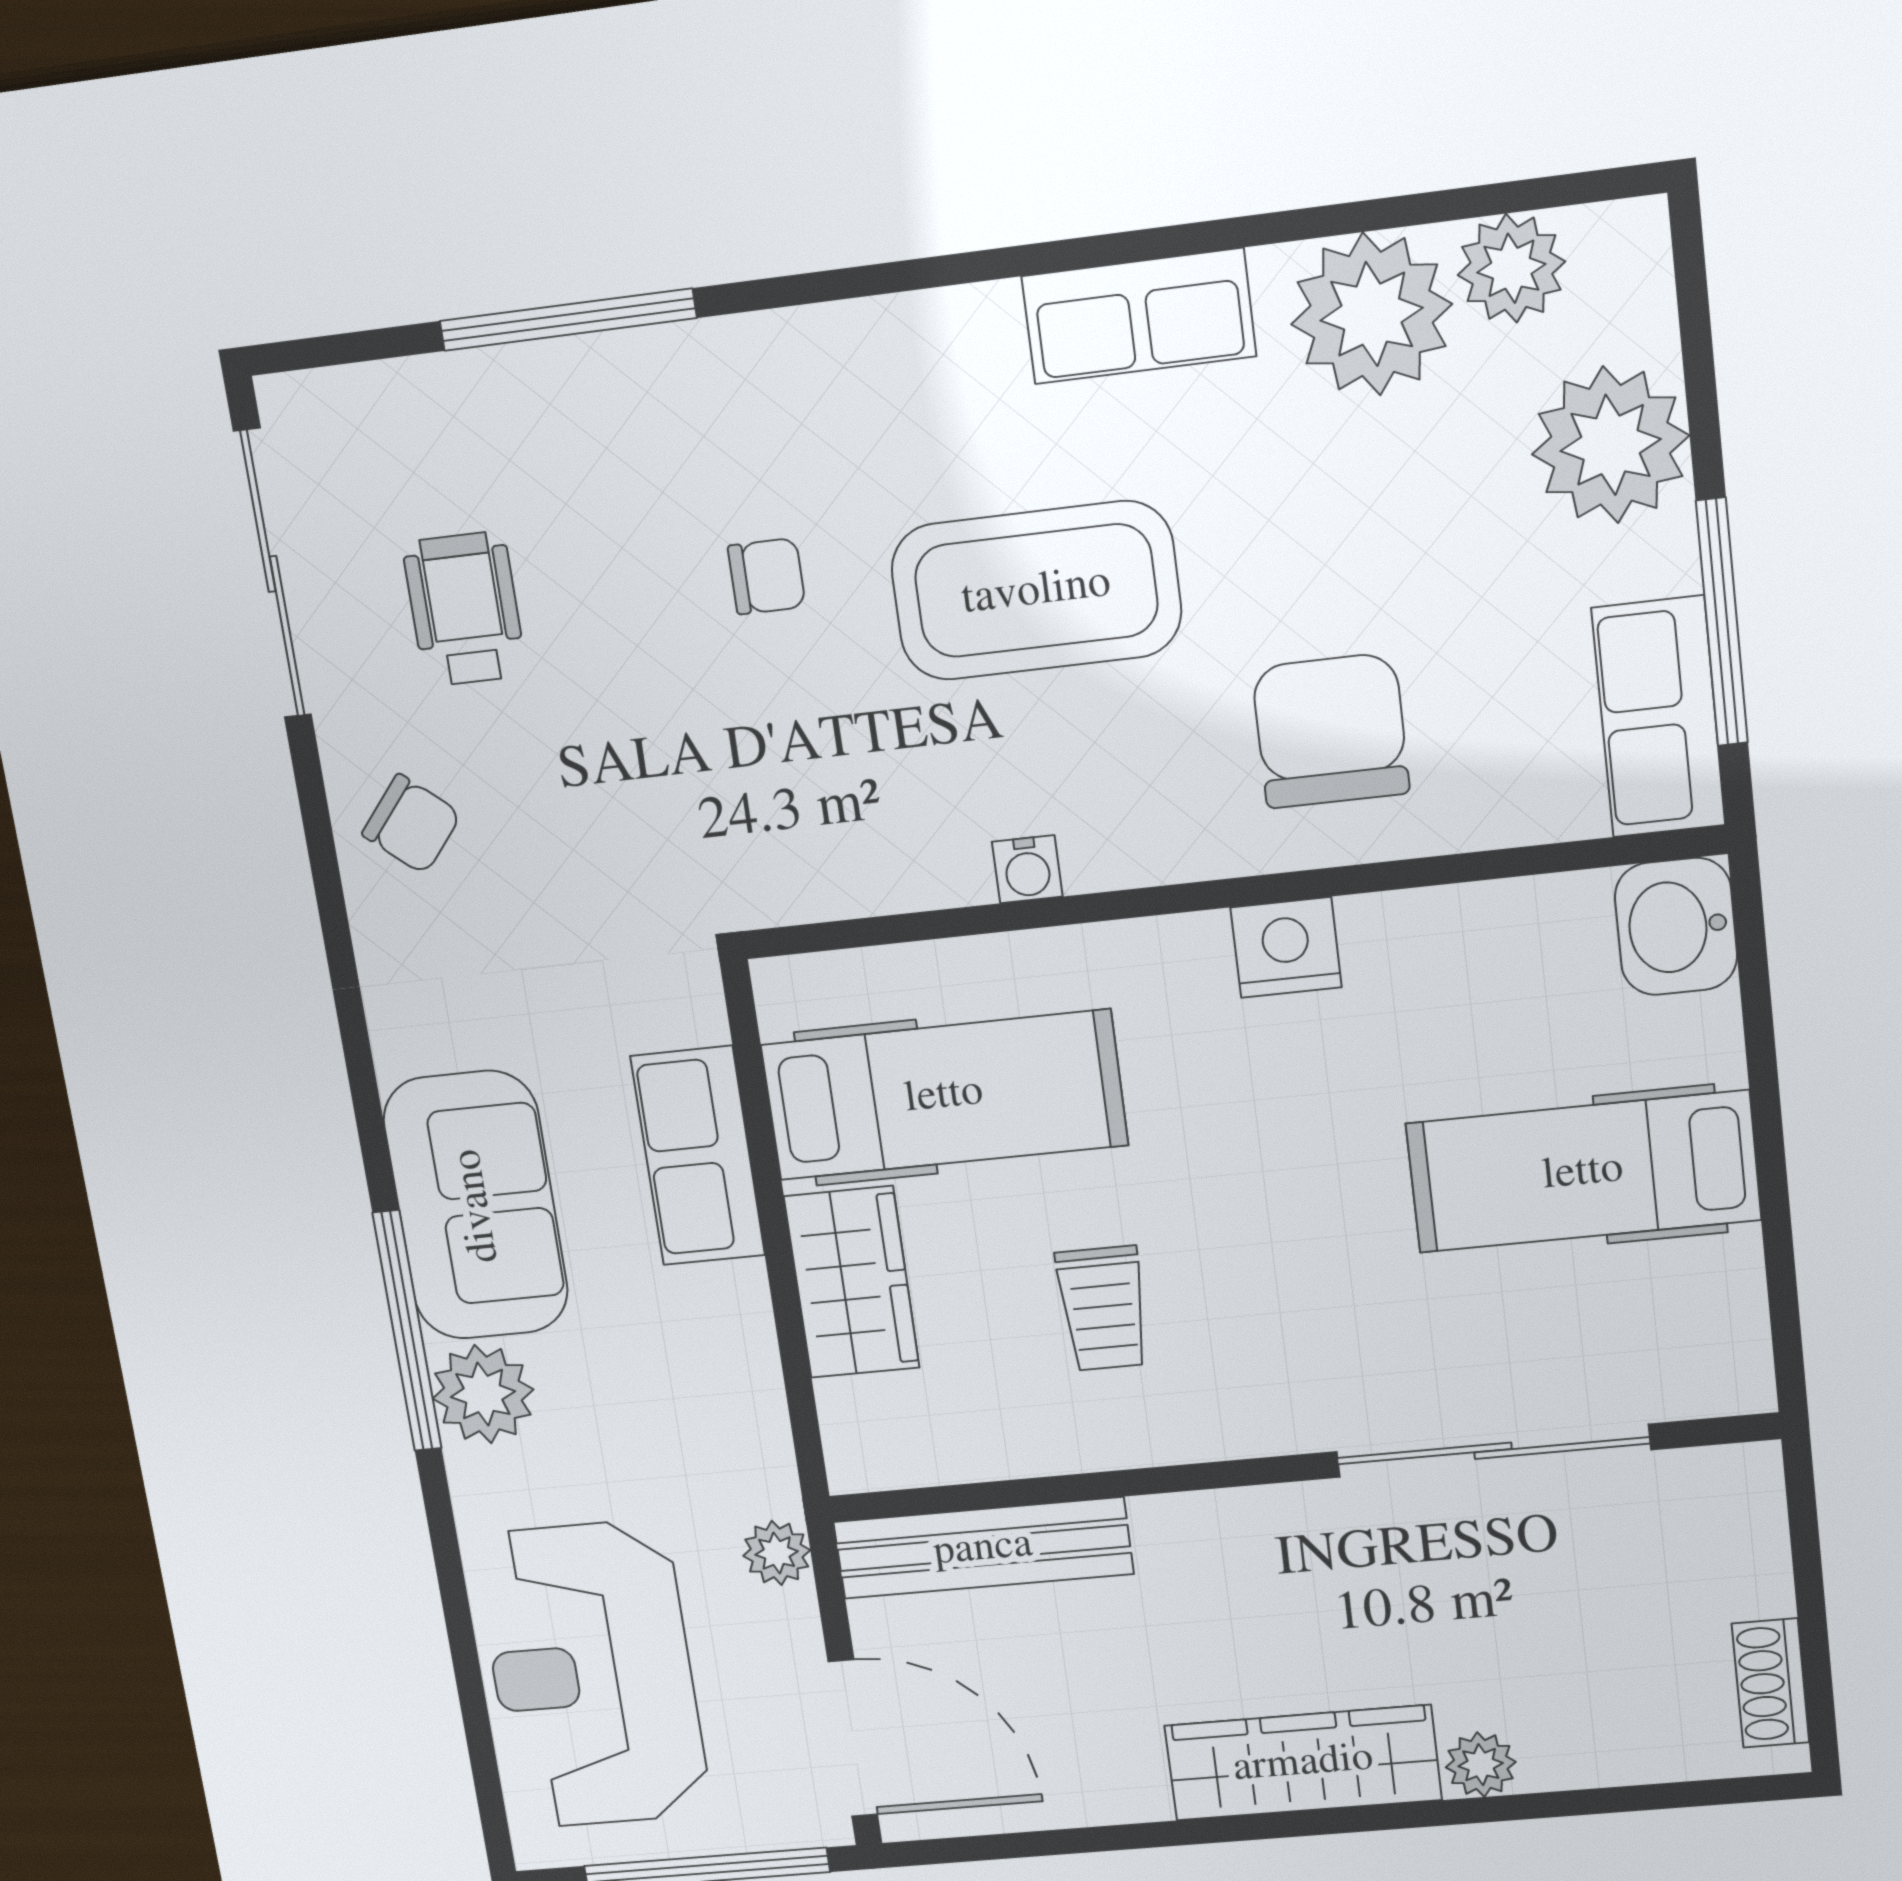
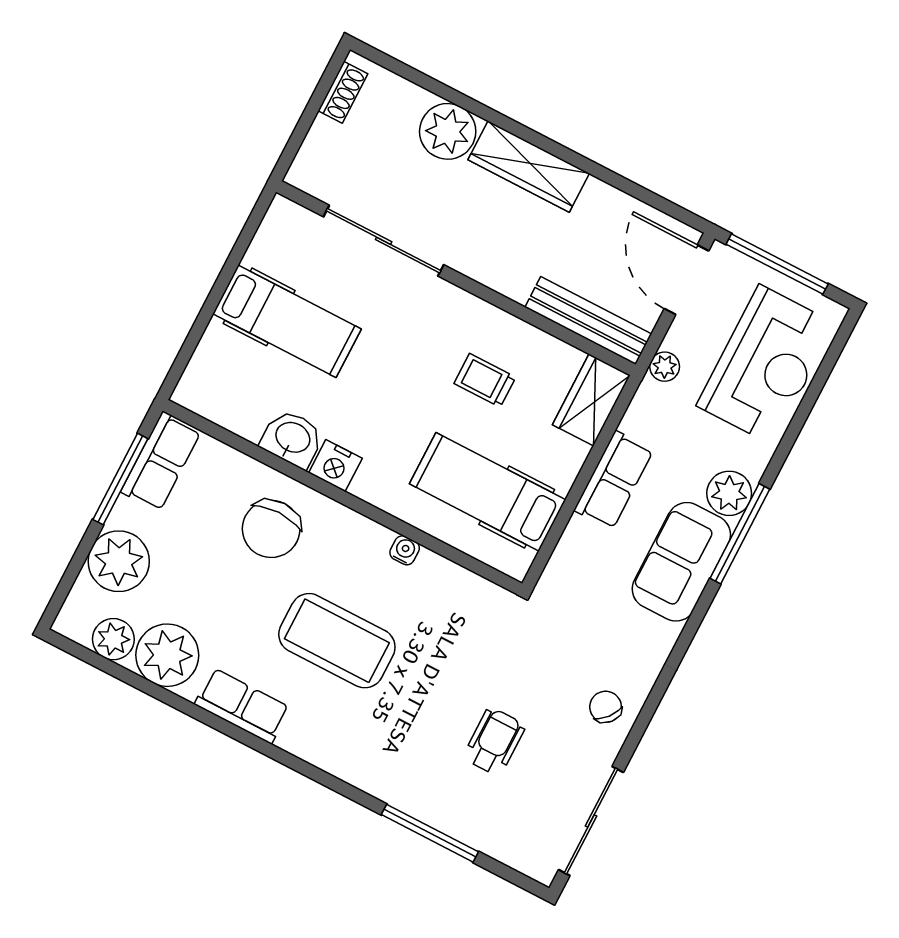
chair: (767, 576) -> (424, 706), removed
wheelchair: (464, 609) -> (494, 741), moved, turned 180
washbasin: (1676, 927) -> (292, 439), moved, turned -90
row of seats: (698, 1156) -> (614, 480), moved
wardrobe: (852, 1282) -> (591, 400), moved
trolley: (1103, 1308) -> (485, 380), turned -90
plant: (1481, 1765) -> (448, 131), width x1.88, depth x1.88

